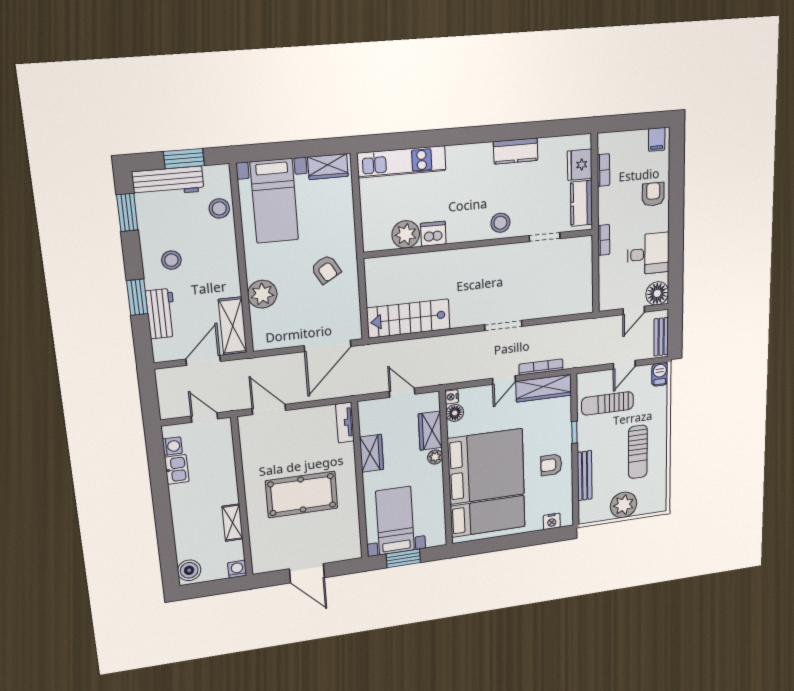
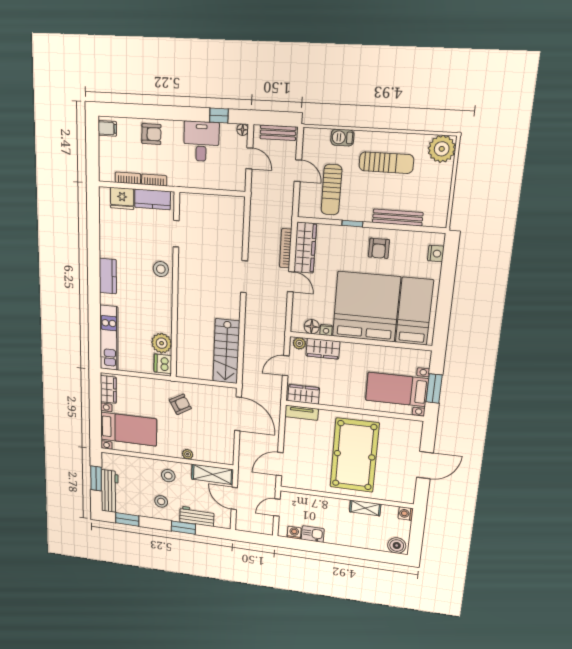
kitchen counter: (516, 151) -> (108, 276), moved
armchair: (653, 194) -> (151, 134), turned 180
stool: (219, 208) -> (168, 476), moved
dishwasher: (433, 234) -> (163, 364), moved
bookcase: (604, 240) -> (154, 180), moved
window: (676, 270) -> (219, 116), added
floor lamp: (657, 293) -> (243, 130), width x0.53, depth x0.53
plant: (262, 294) -> (188, 454), width x0.53, depth x0.53
barbecue: (660, 374) -> (342, 138), moved
nightstand: (452, 397) -> (326, 330), moved
wardrobe: (372, 453) -> (304, 394), moved
plant: (435, 457) -> (299, 343), moved
pool table: (302, 495) -> (355, 455), width x1.36, depth x1.32
plant: (624, 505) -> (442, 149), moved

